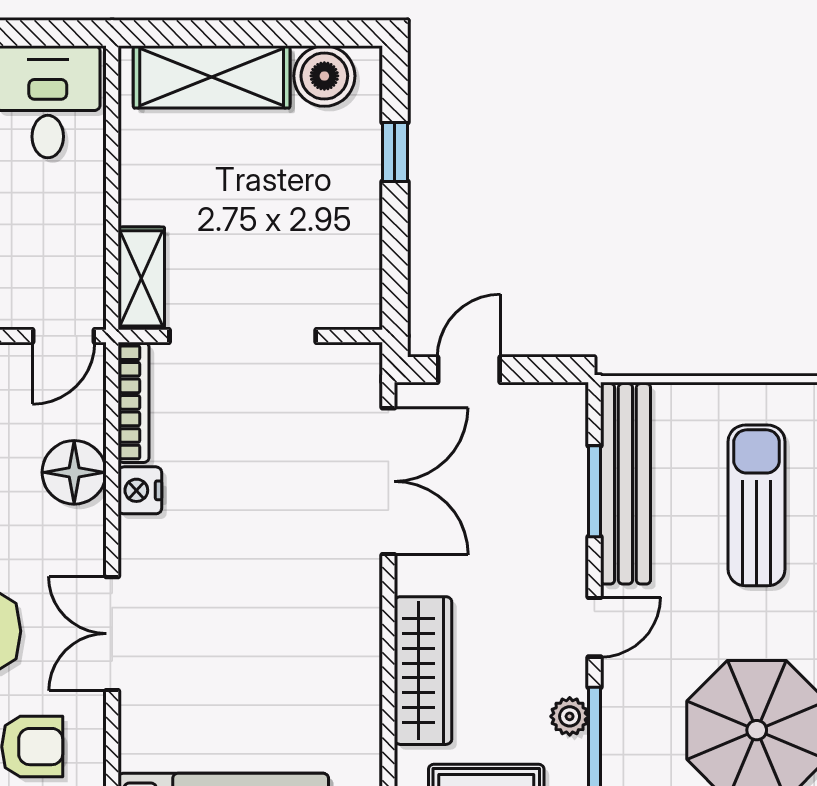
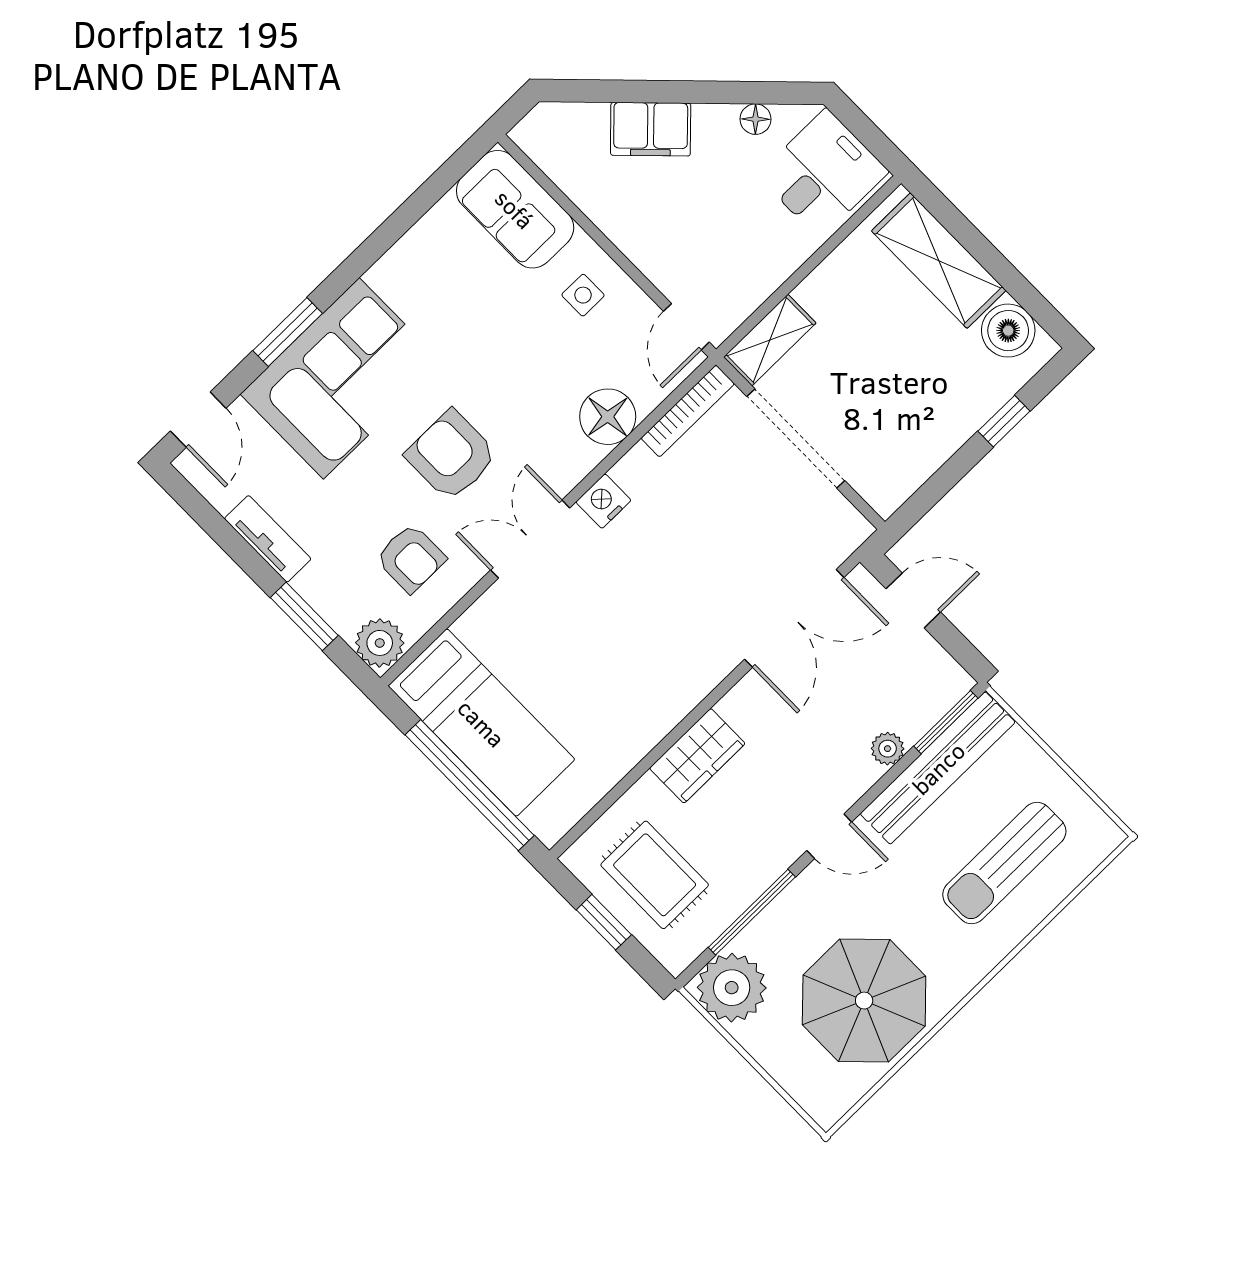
door: (64, 336) -> (686, 327), hinge flipped
nightstand: (140, 490) -> (603, 501), moved
window: (594, 491) -> (946, 722), moved
sun lounger: (757, 505) -> (1004, 863), turned 180
wardrobe: (423, 671) -> (697, 756), width x0.67
plant: (570, 716) -> (888, 749), moved

